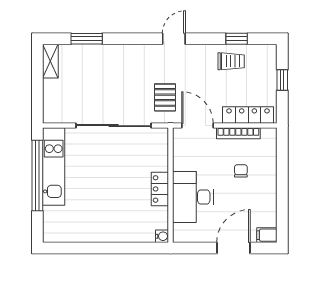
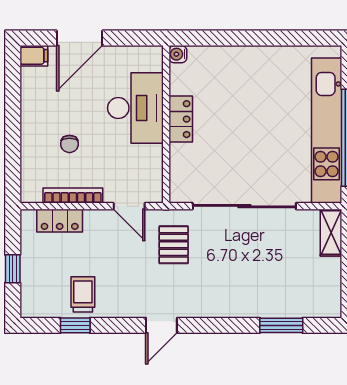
shelving: (50, 61) -> (331, 233), moved
trolley: (231, 61) -> (83, 294), turned 90
locker: (248, 115) -> (60, 221), width x0.66
door: (197, 126) -> (129, 206), width x0.73
kitchen unit: (54, 167) -> (327, 130), width x1.36

